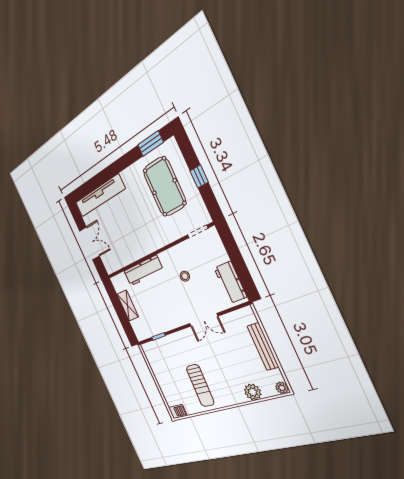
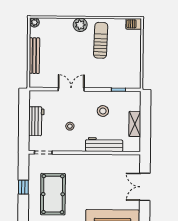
workbench: (230, 282) -> (36, 121), moved
stool: (162, 307) -> (103, 111), added
plant: (253, 392) -> (80, 25), moved

